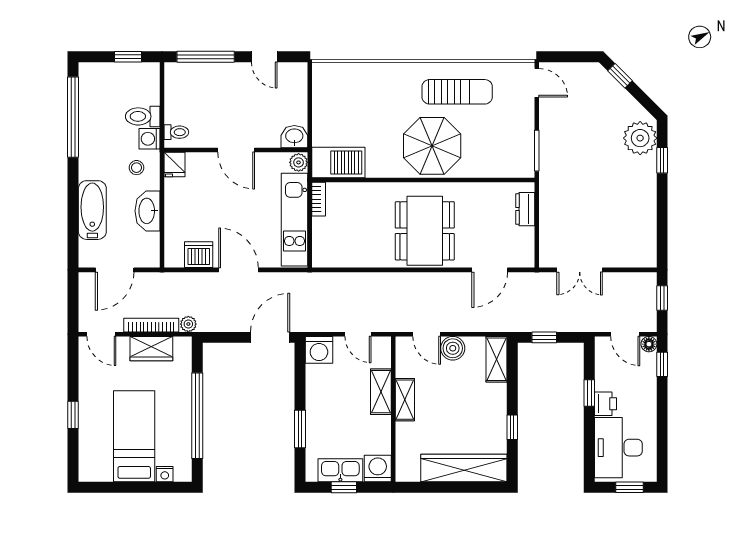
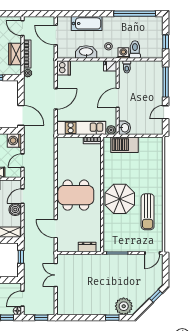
barbecue: (338, 162) -> (124, 145), moved, turned 90
dishwasher: (199, 255) -> (64, 68), moved
door: (101, 334) -> (23, 28), hinge flipped

